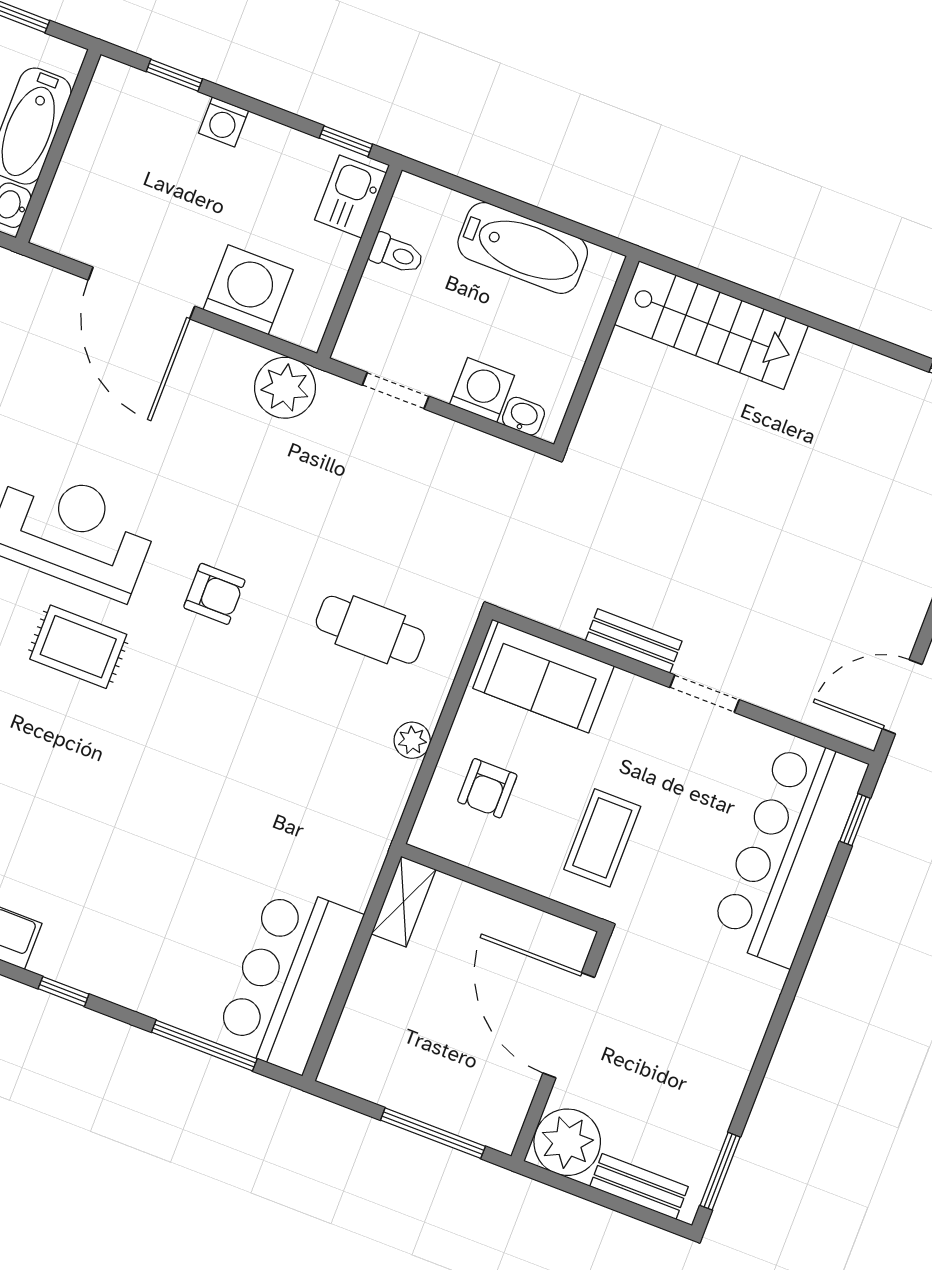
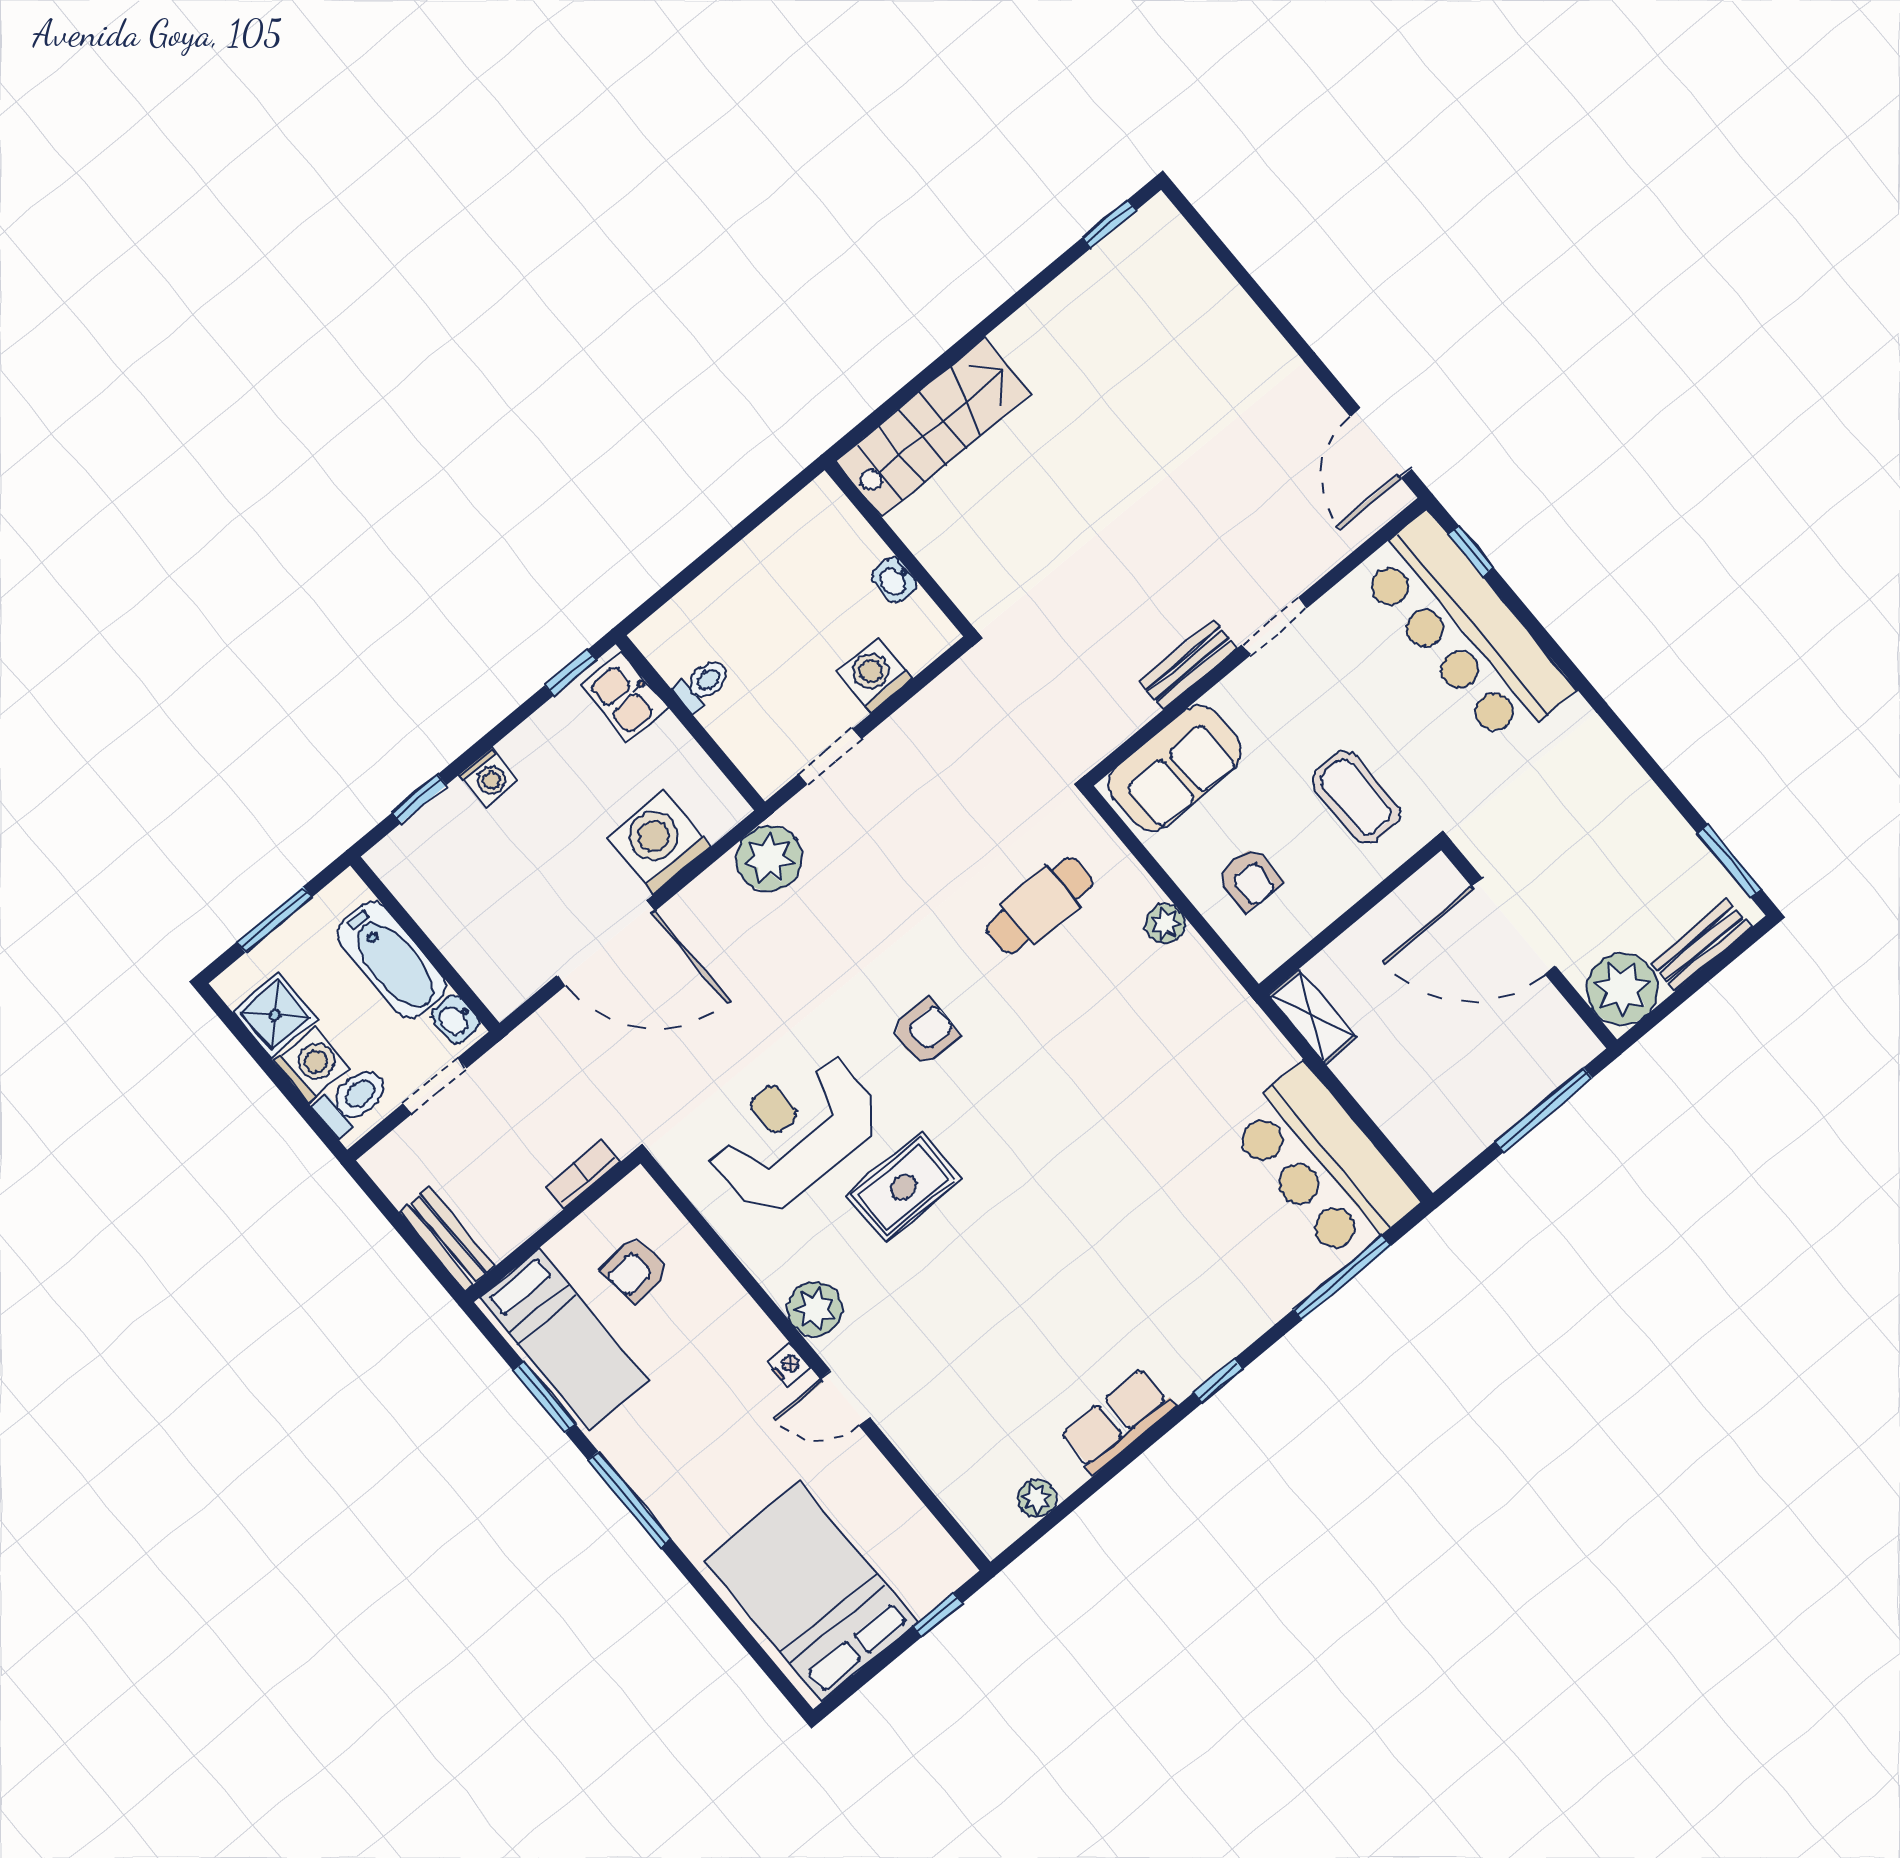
bathtub: (523, 248) -> (763, 563), removed
washbasin: (523, 416) -> (894, 580), moved, turned -90

